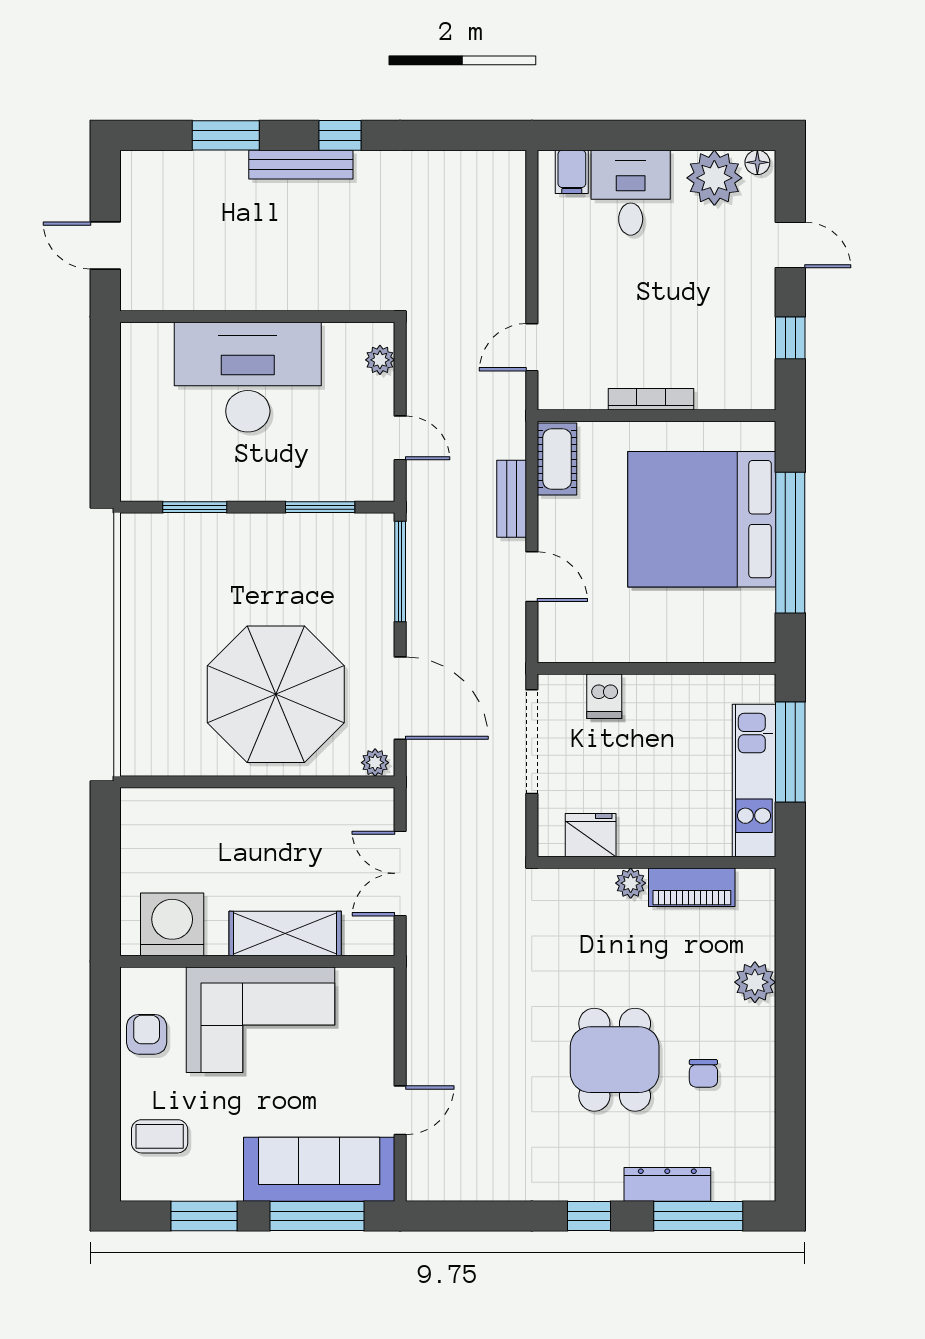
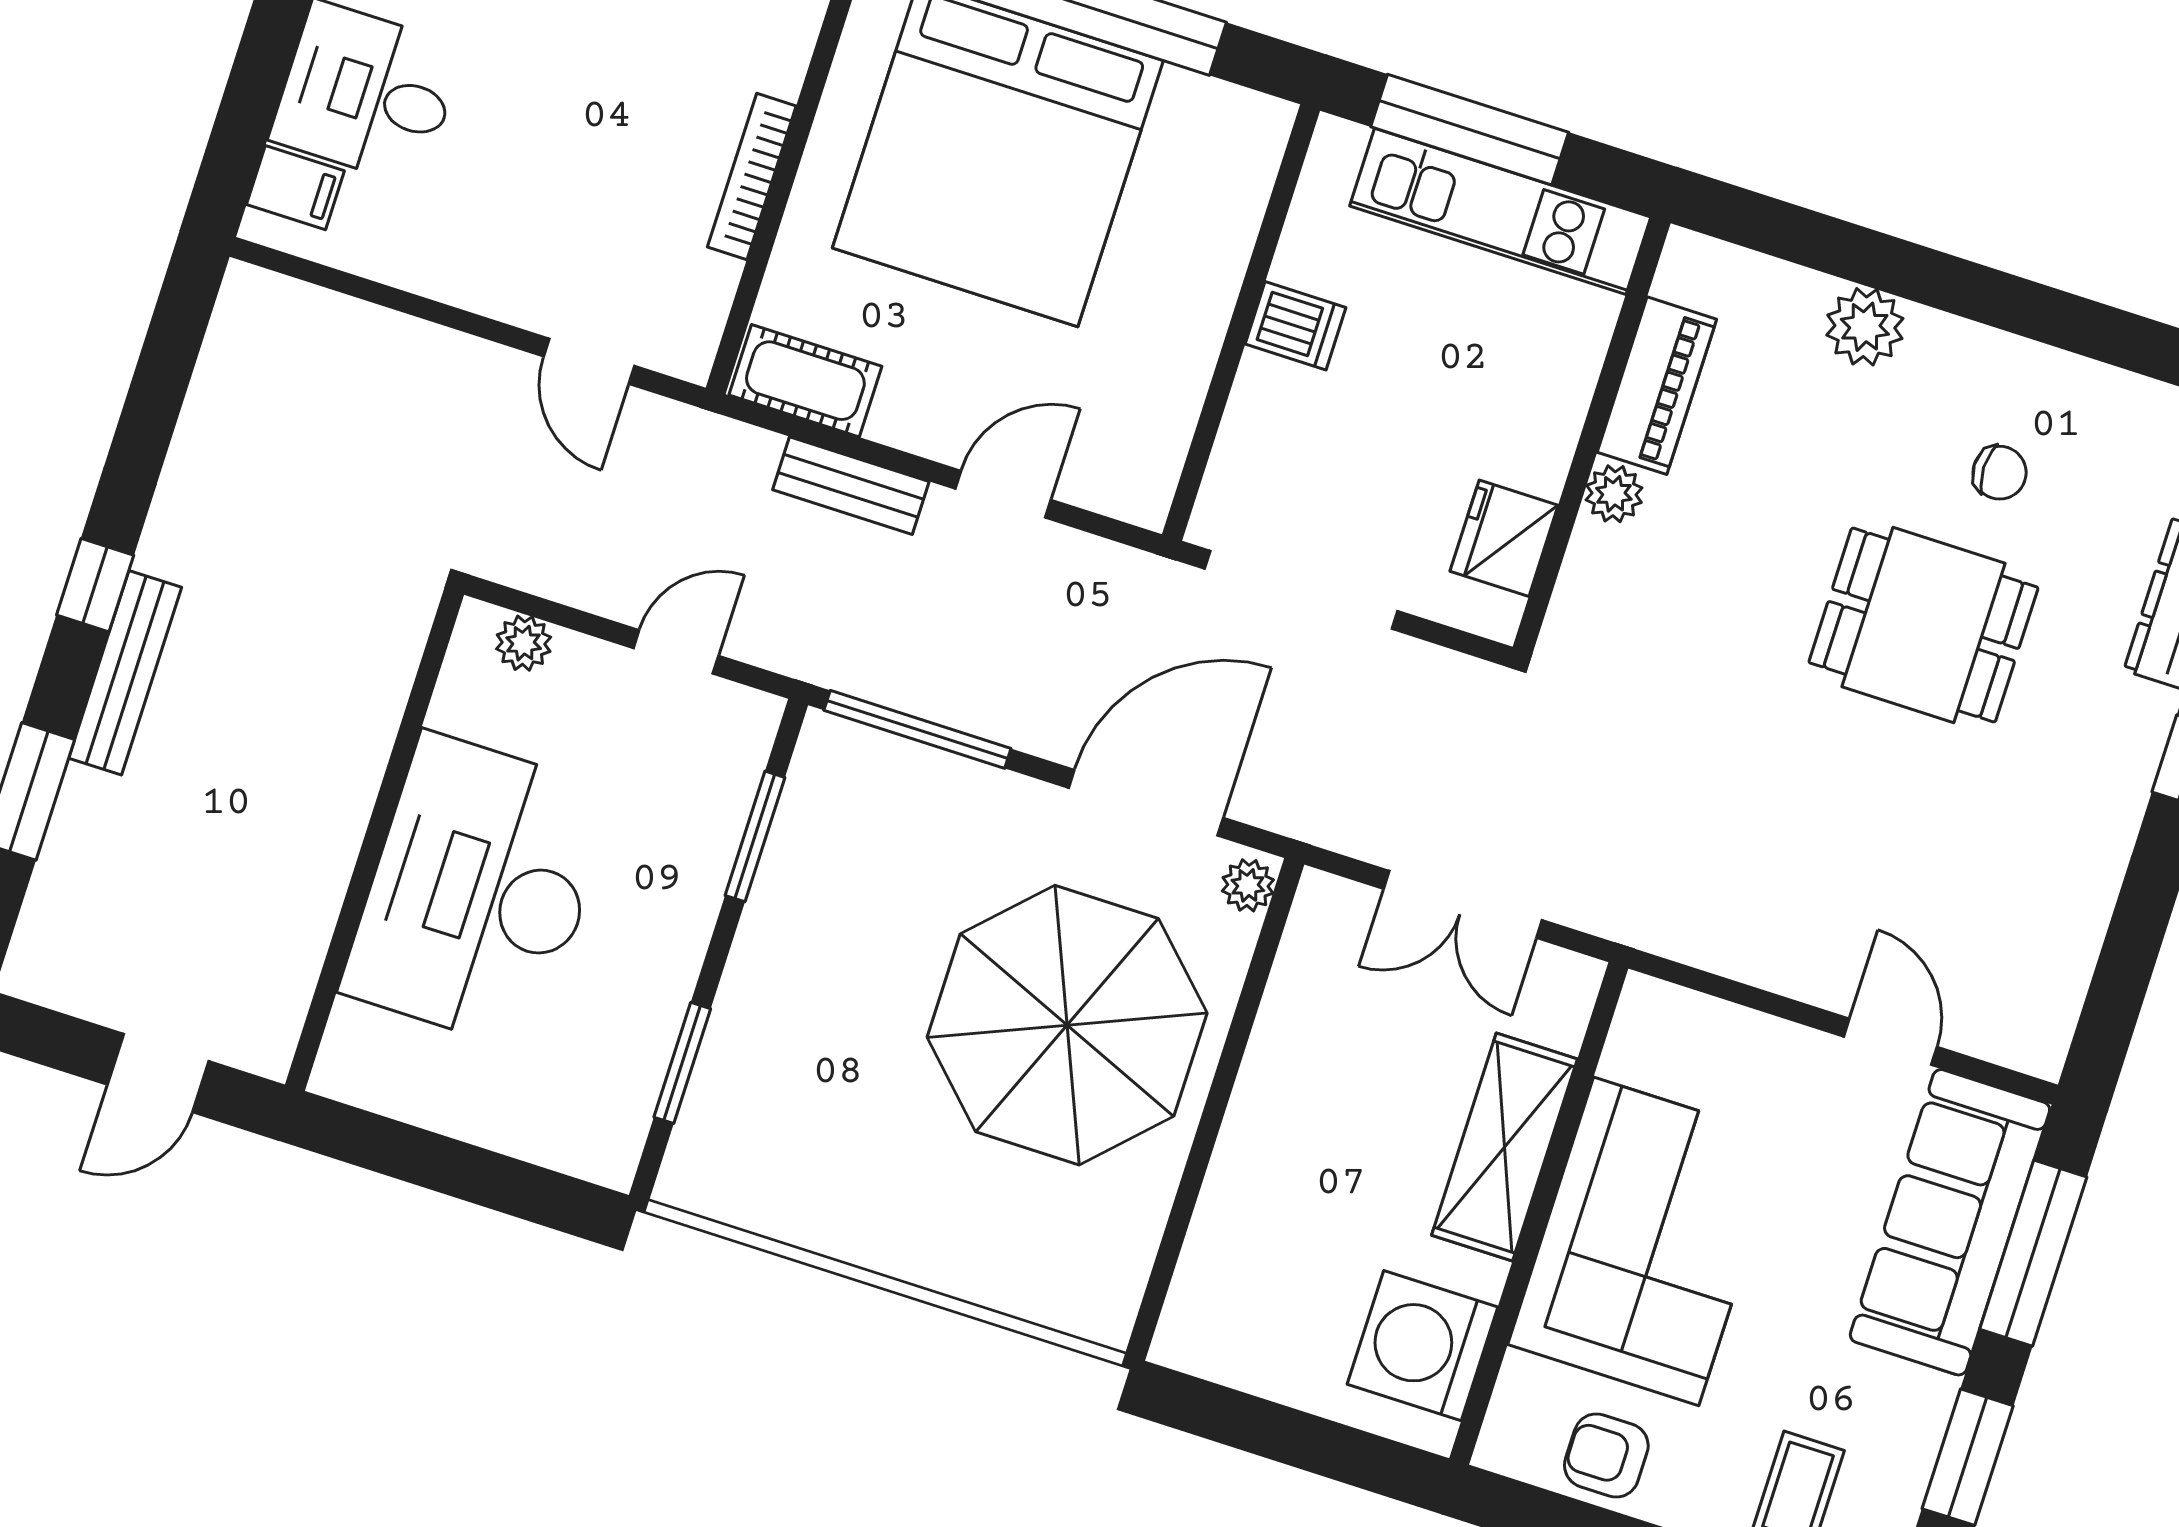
dishwasher: (604, 696) -> (1296, 326), moved

